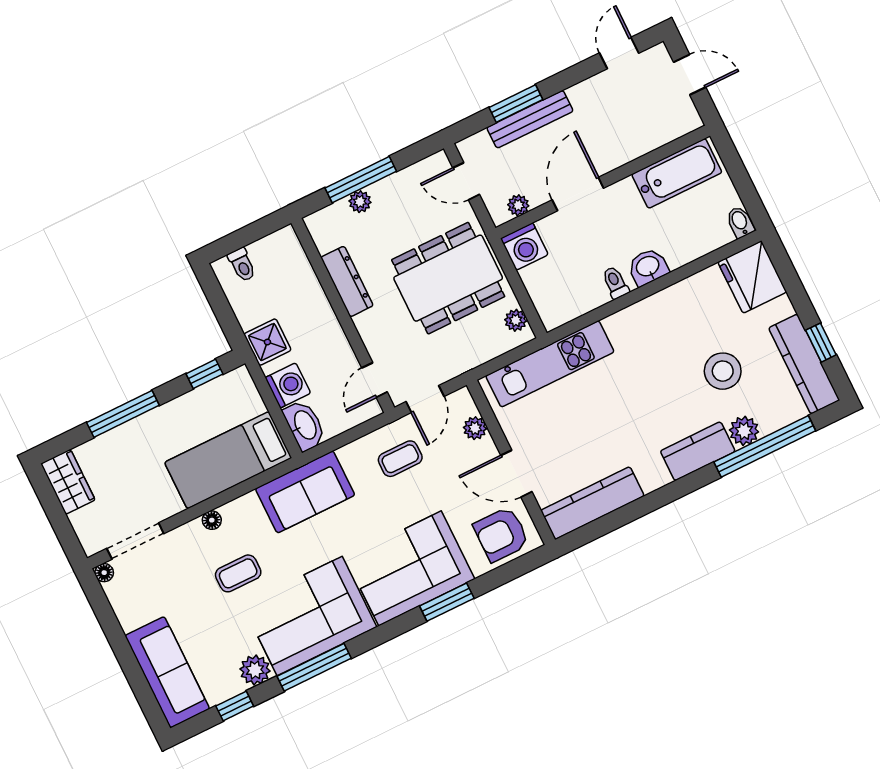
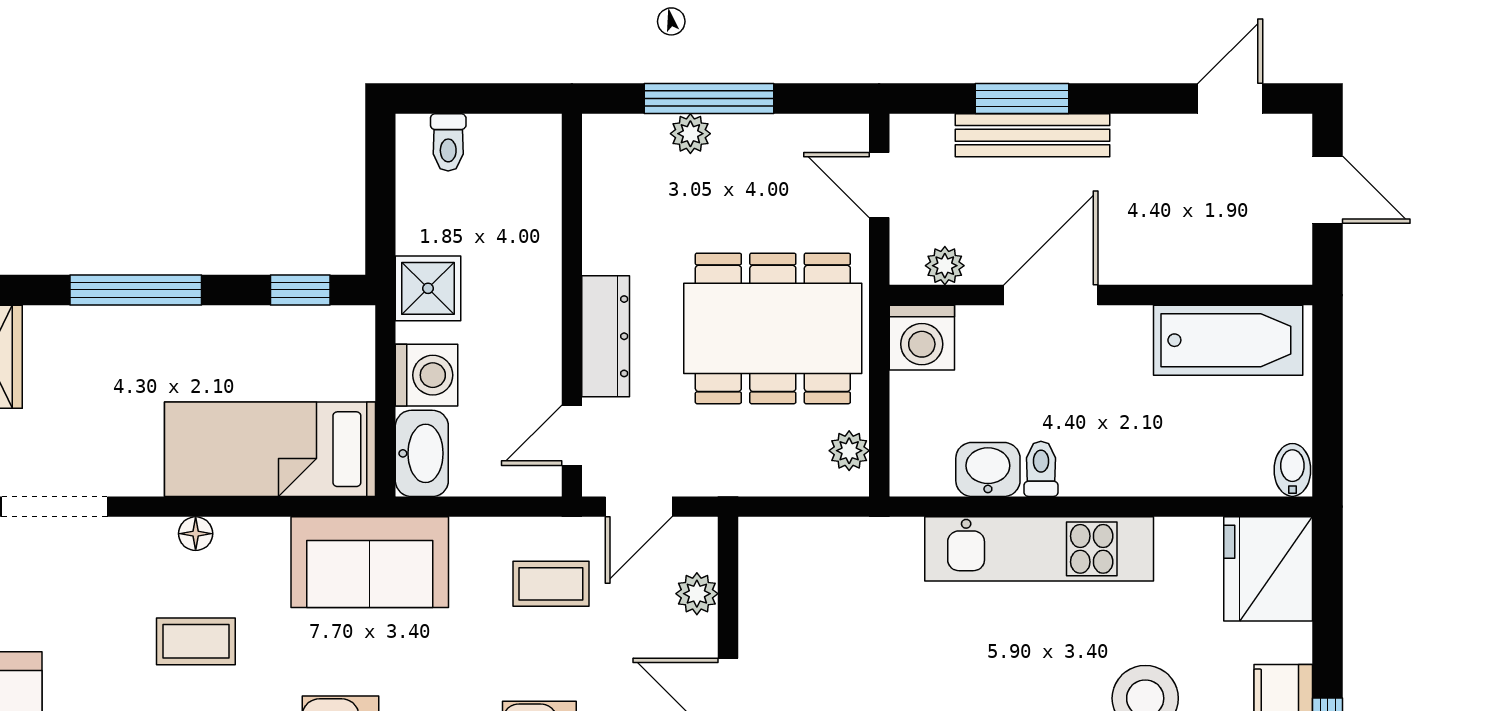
washbasin: (648, 267) -> (988, 469), moved
dresser: (347, 281) -> (606, 336), moved
kitchen unit: (550, 364) -> (1039, 549), moved

